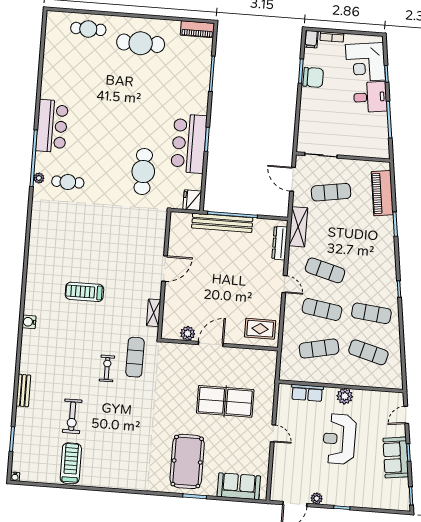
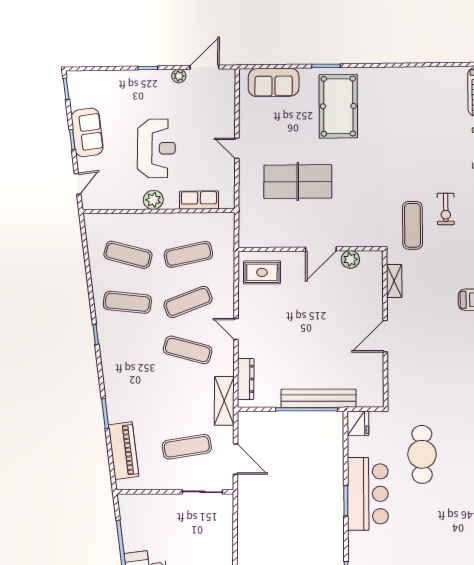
exercise mat: (322, 309) -> (188, 302), turned -30

